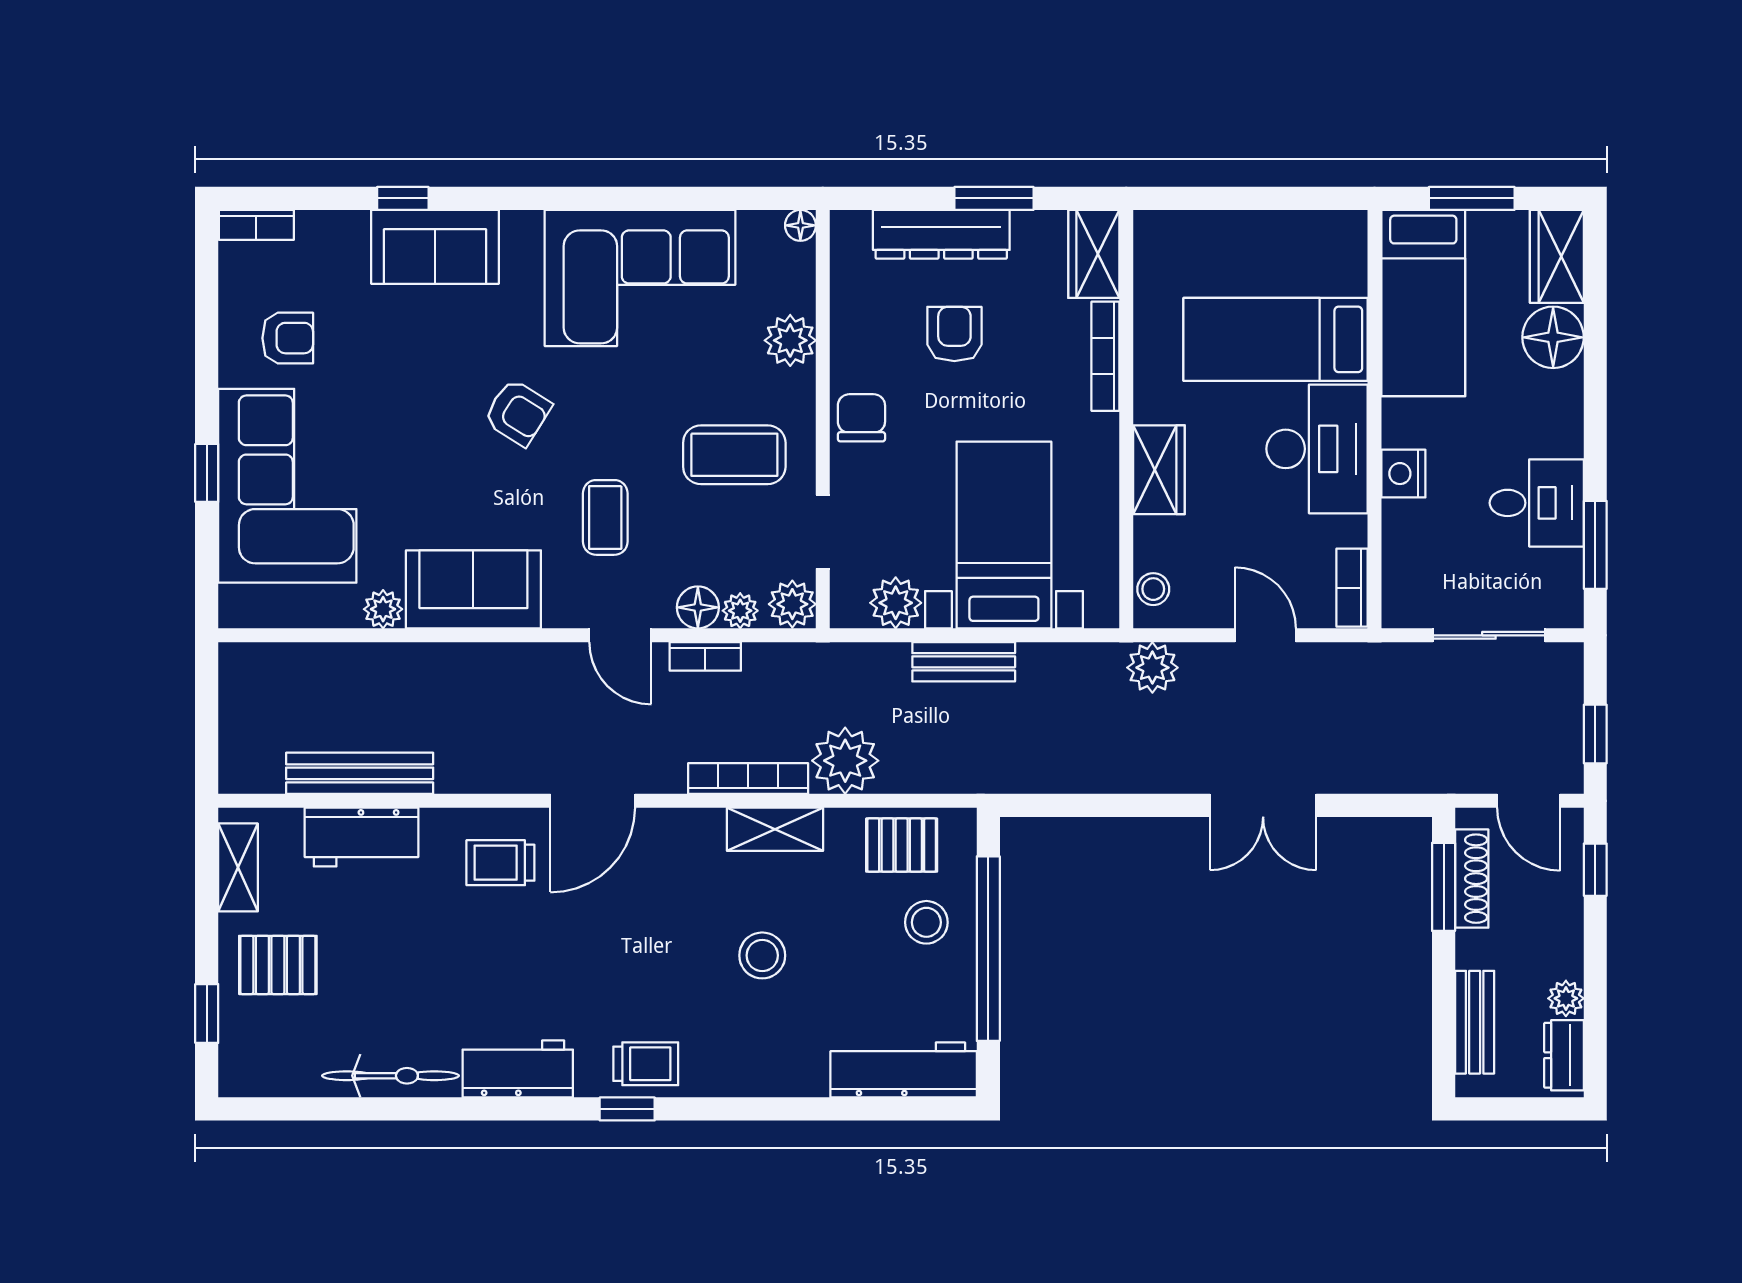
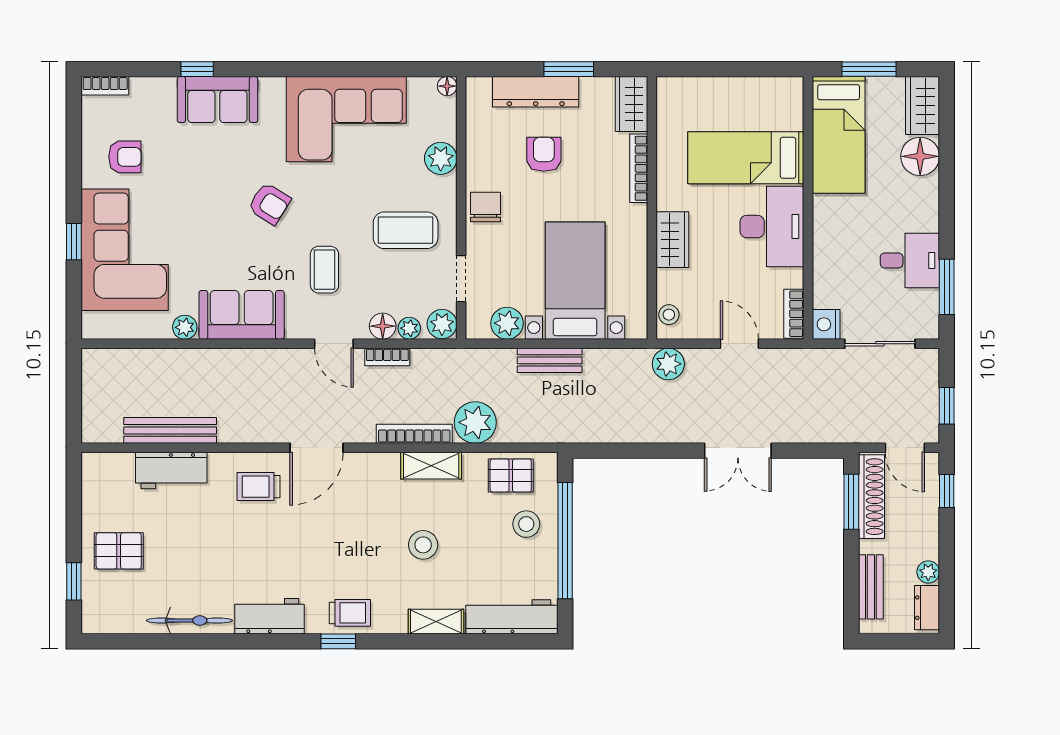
nightstand: (1403, 474) -> (826, 324), moved
shelving: (238, 867) -> (436, 622), moved, turned 90
shoe rack: (1472, 879) -> (871, 497), width x1.36, depth x1.24

